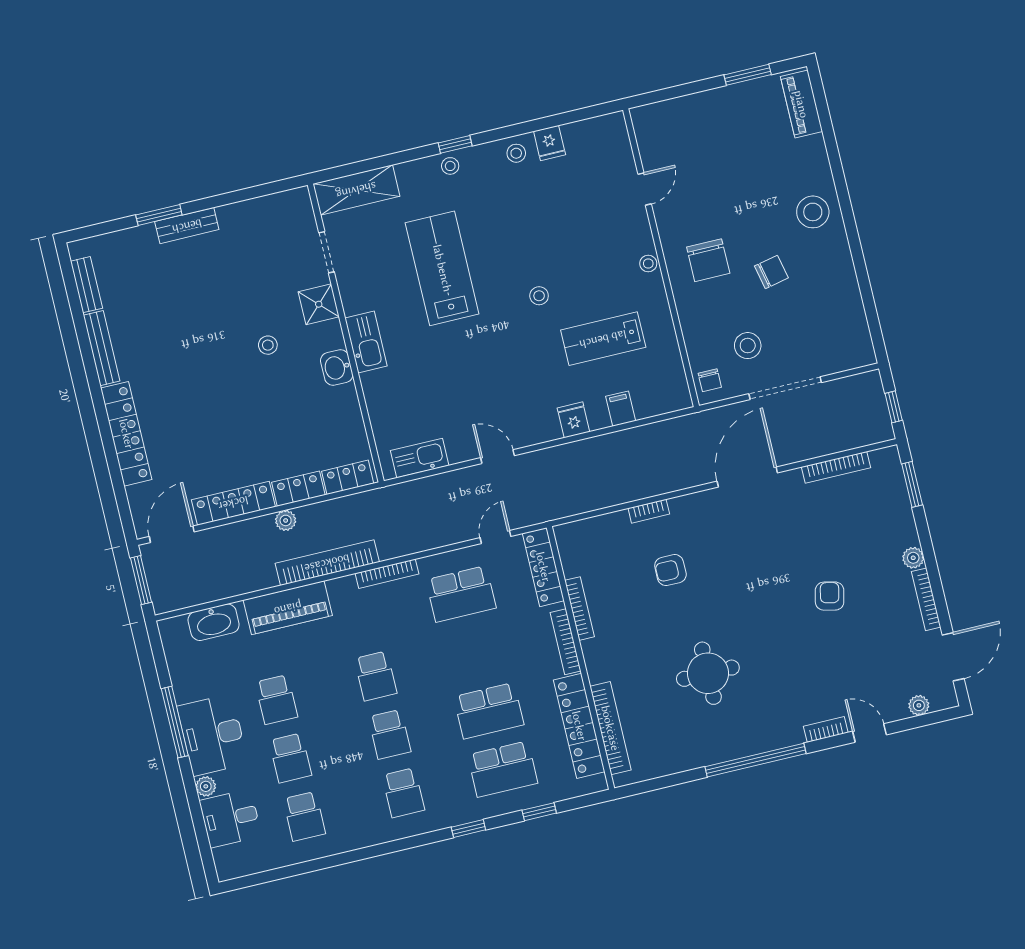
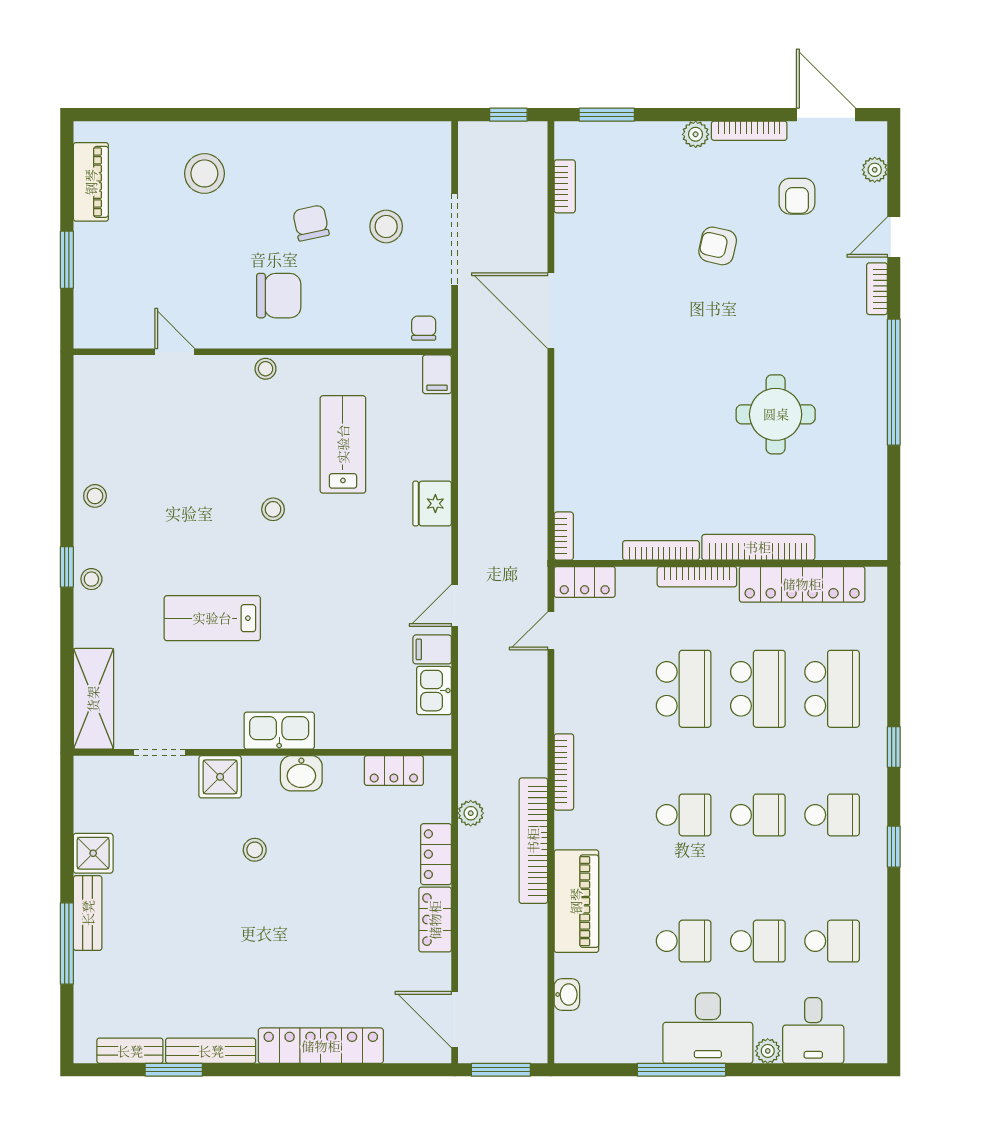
window: (748, 75) -> (67, 260), moved
piano: (801, 104) -> (91, 182), moved, turned -90
fridge: (550, 143) -> (92, 453), removed
stool: (813, 212) -> (204, 173), moved
window: (159, 215) -> (67, 943), width x1.44
shower: (235, 219) -> (93, 853), added
lab bench: (442, 268) -> (212, 618), width x0.73, depth x0.72
window: (80, 323) -> (174, 1070), added
lab bench: (603, 339) -> (343, 444), turned 180
stool: (748, 346) -> (386, 226), moved
chair: (710, 380) -> (424, 328), turned -90
filing cabinet: (621, 409) -> (437, 374), moved, turned -90
fridge: (573, 420) -> (432, 504), width x1.38
filing cabinet: (459, 447) -> (432, 649), added
kitchen sink: (420, 458) -> (434, 691), width x0.73
bookcase: (836, 467) -> (565, 186), width x0.64
locker: (348, 477) -> (394, 771), moved, turned -90
locker: (233, 503) -> (435, 920), width x0.66
bookcase: (649, 511) -> (564, 536), moved
plant: (286, 520) -> (471, 813), moved
door: (496, 537) -> (551, 631), hinge flipped
locker: (543, 567) -> (585, 582), width x0.66
armchair: (670, 570) -> (797, 196), moved
school desk: (461, 594) -> (684, 689), moved
washbasin: (214, 622) -> (567, 994), width x0.52, depth x0.69
bookcase: (610, 728) -> (758, 547), moved
window: (539, 812) -> (894, 847), moved

